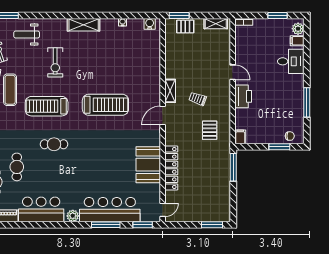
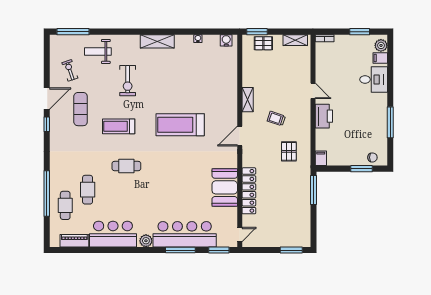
shelving: (170, 91) -> (248, 100), moved
treadmill: (105, 105) -> (180, 125), turned 180
treadmill: (47, 106) -> (119, 126), width x0.73, depth x0.73

